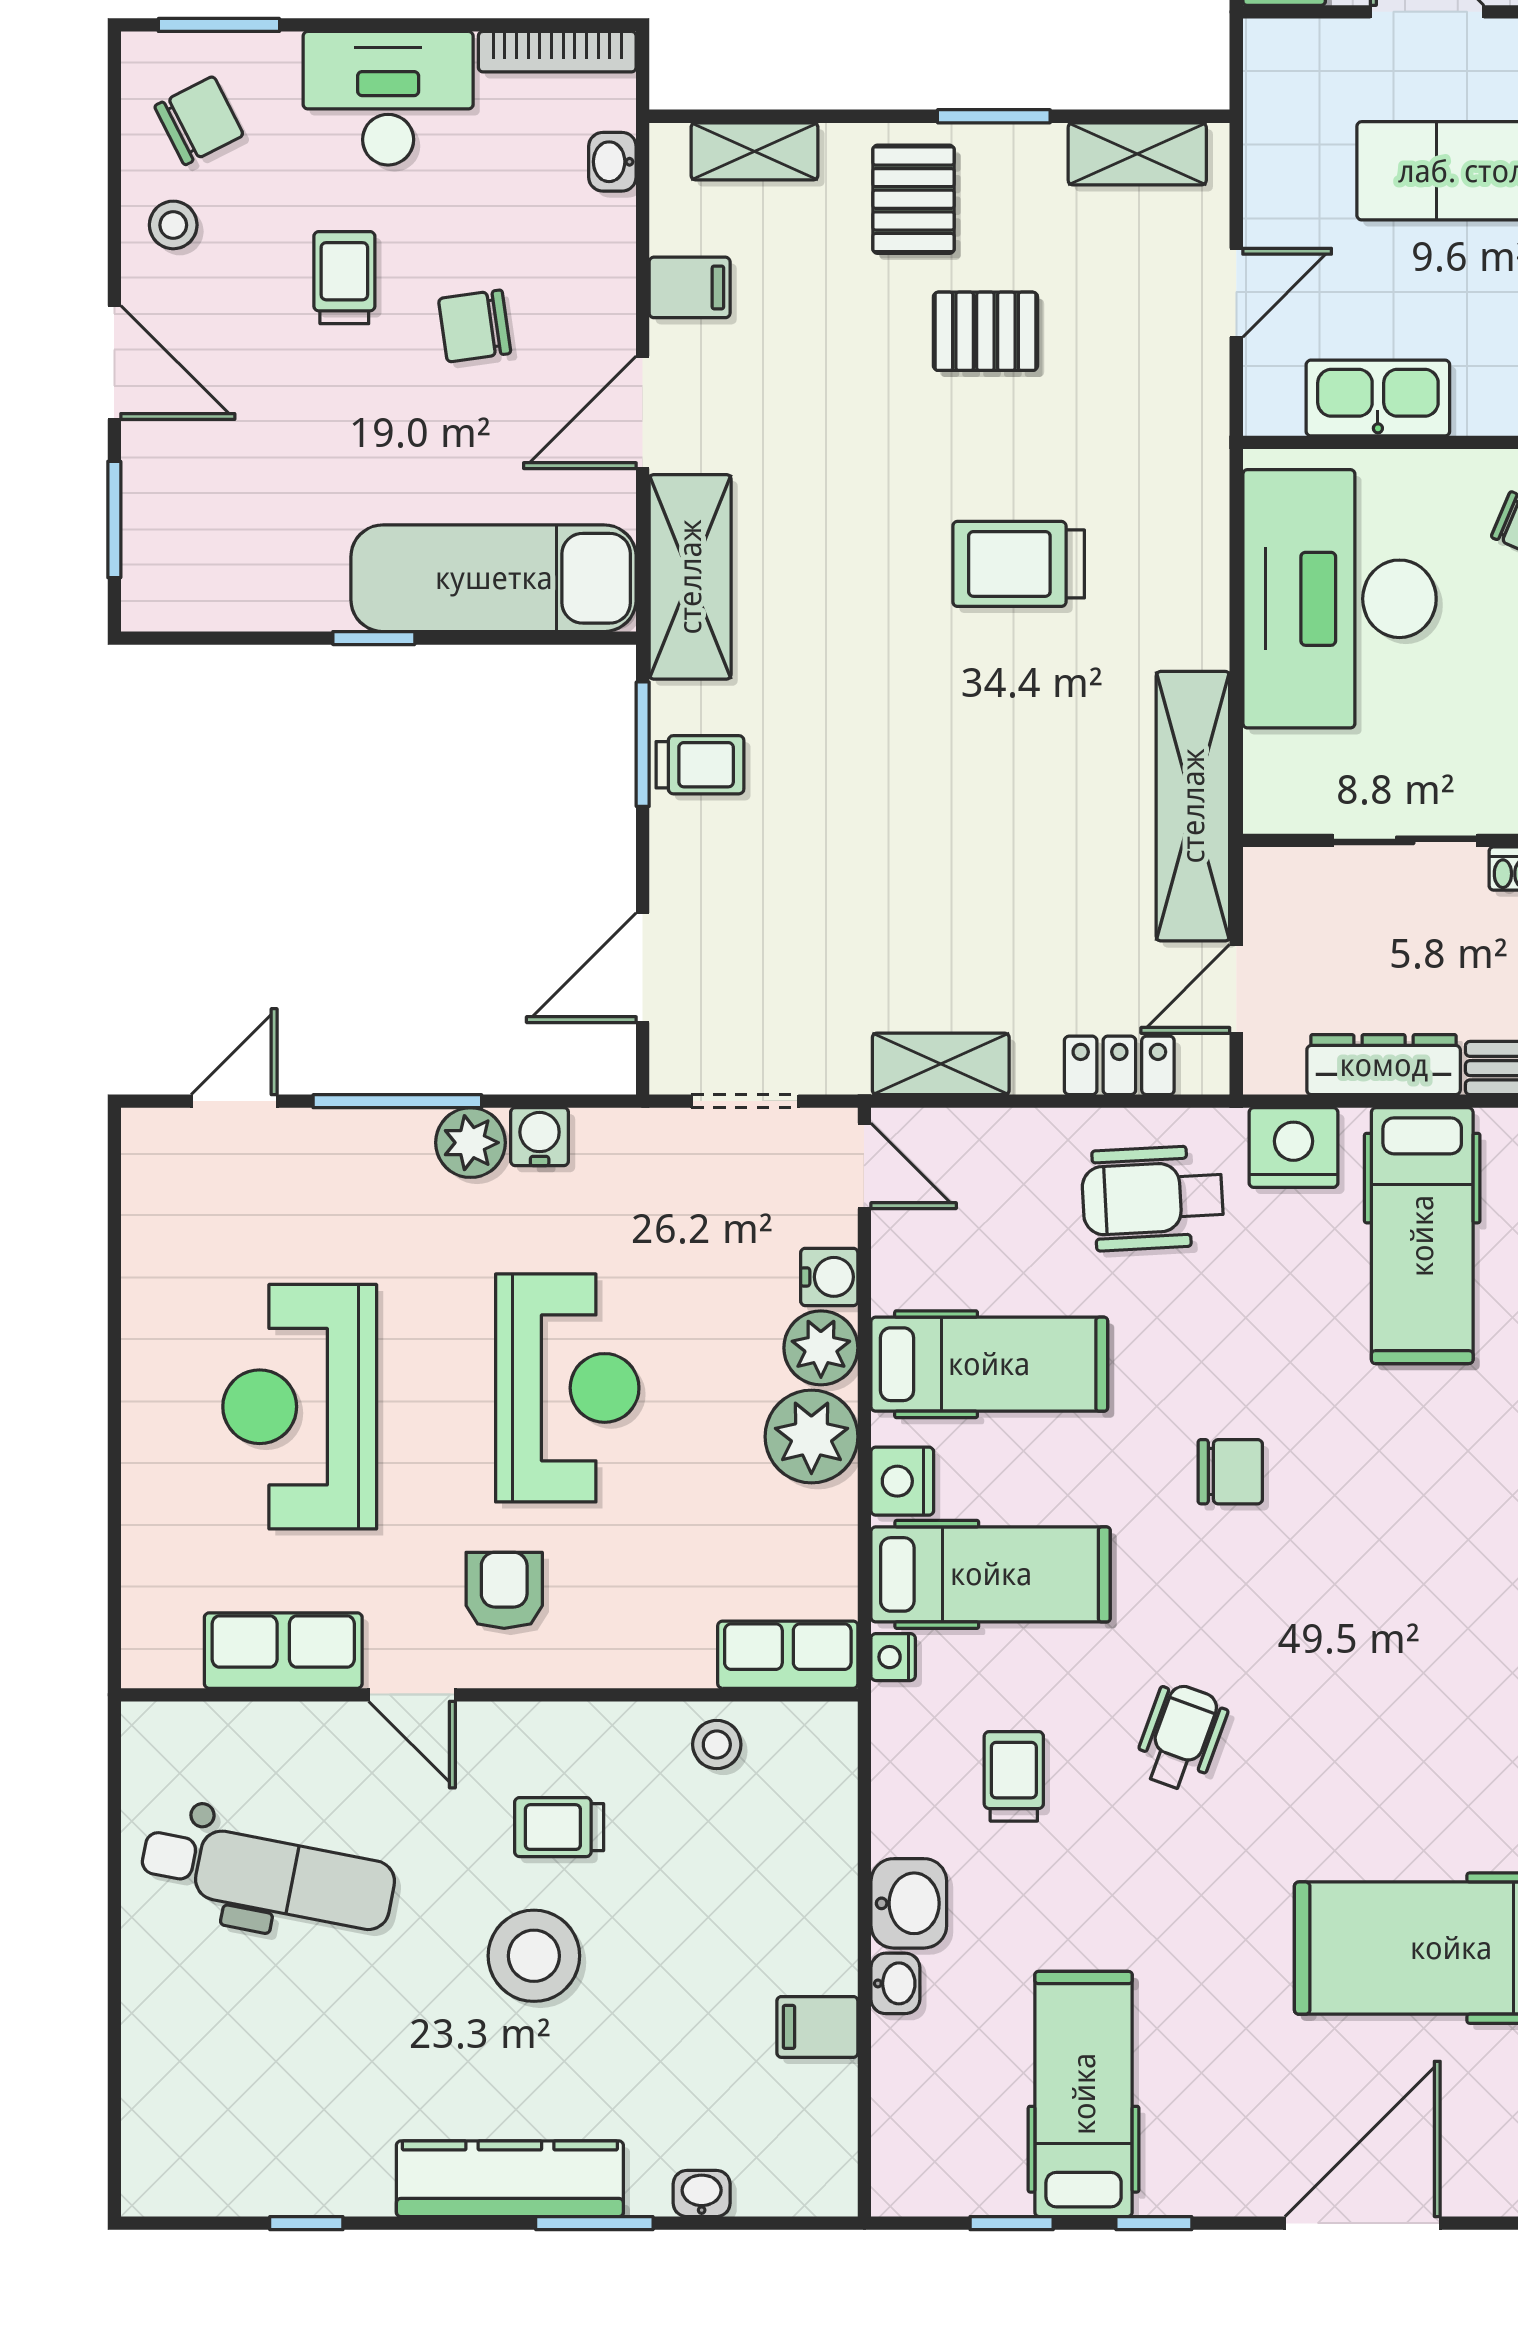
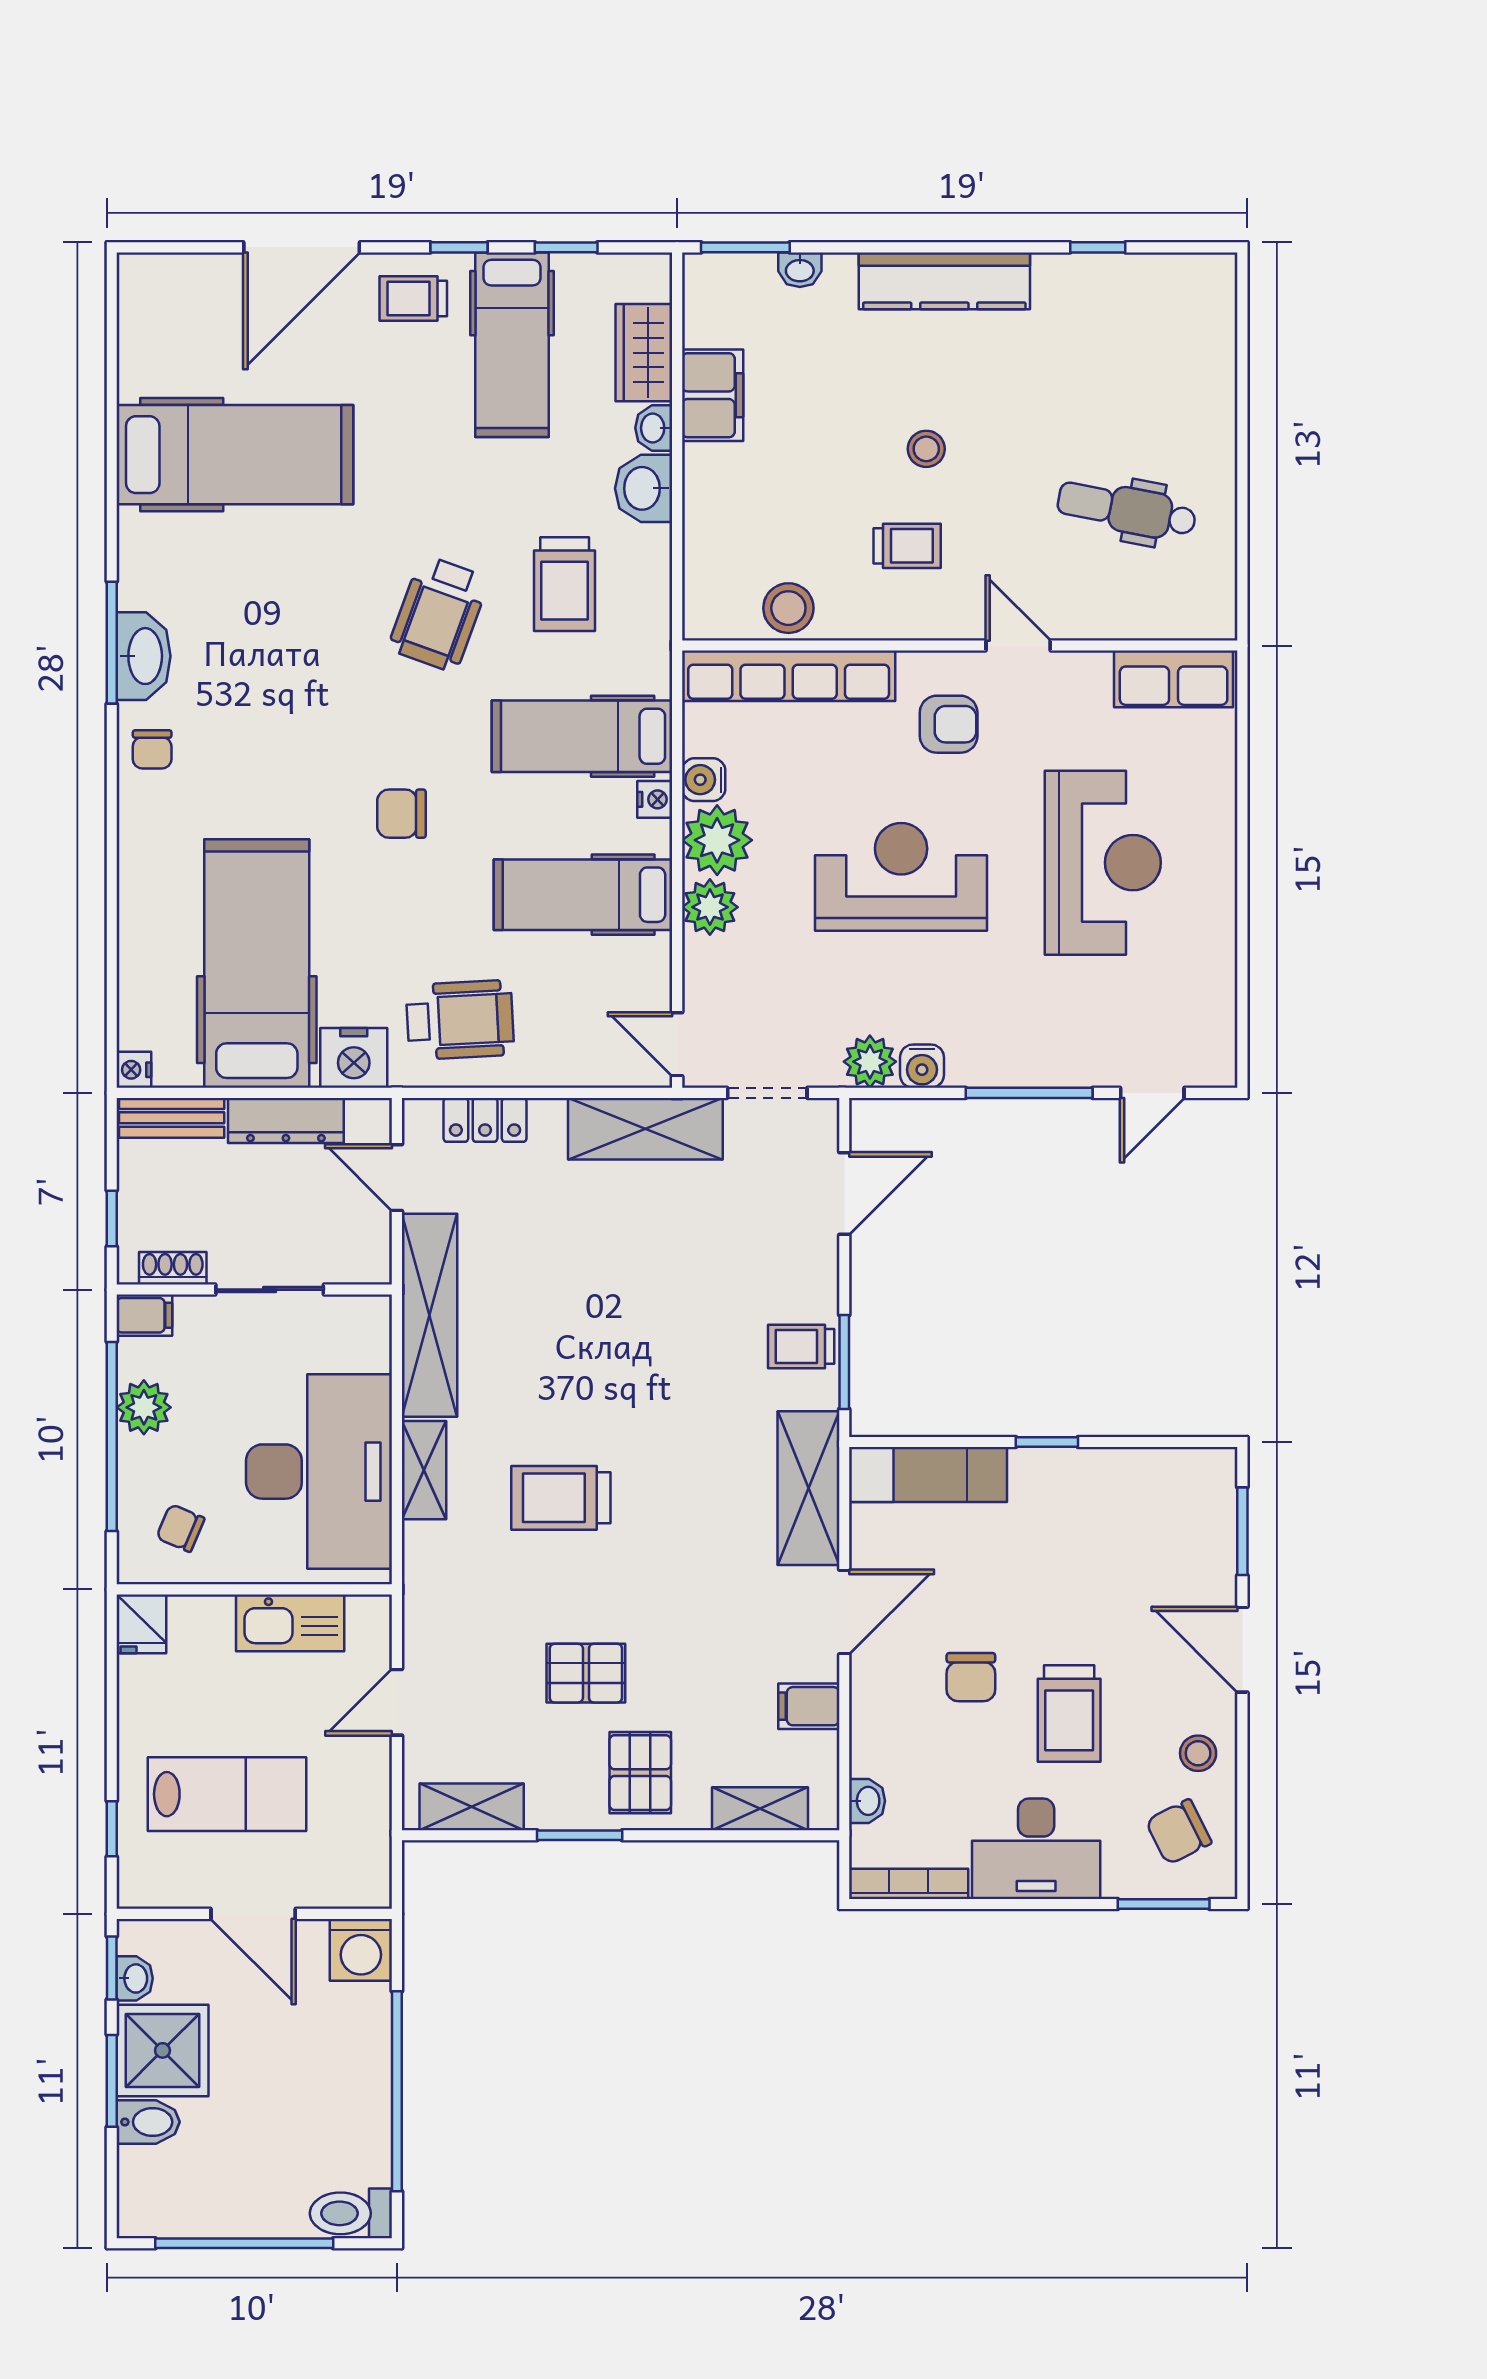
trolley: (344, 278) -> (1069, 1714), width x1.36, depth x1.39
chair: (475, 326) -> (971, 1677), turned 98
trolley: (1019, 564) -> (561, 1498), turned 180
exam couch: (494, 578) -> (928, 1474), width x0.73, depth x0.69
shelving: (1200, 601) -> (424, 1470), added
door: (1236, 989) -> (397, 1178), swing flipped
shelving: (941, 1064) -> (645, 1129), width x1.50, depth x1.33
plant: (470, 1143) -> (870, 1062), moved
hospital bed: (1422, 1236) -> (257, 964), width x1.37, depth x1.29
water cooler: (829, 1277) -> (704, 780), moved
reception desk: (567, 1388) -> (901, 877), turned 90
nightstand: (902, 1481) -> (655, 799), width x0.72, depth x0.74
armchair: (504, 1590) -> (949, 724), turned -90
row of seats: (283, 1651) -> (1174, 679), moved
row of seats: (788, 1655) -> (789, 676), width x2.02
nightstand: (893, 1657) -> (655, 674), removed
wheelchair: (1181, 1737) -> (439, 614), width x1.36, depth x1.37
stool: (717, 1745) -> (788, 608), width x1.37, depth x1.37
trolley: (1014, 1776) -> (565, 584), width x1.36, depth x1.39
dental chair: (268, 1875) -> (1127, 510), width x0.73, depth x0.72
stool: (534, 1956) -> (926, 449), width x0.53, depth x0.53
filing cabinet: (817, 2027) -> (713, 395), width x2.00
wardrobe: (908, 2083) -> (644, 353), added
trolley: (1215, 2155) -> (413, 299), added
window: (594, 2223) -> (745, 247), moved

